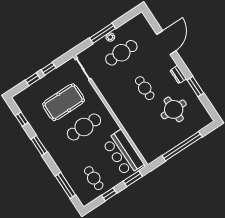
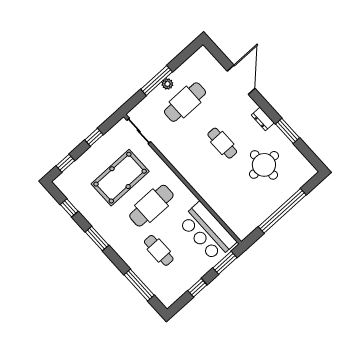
window: (33, 79) -> (65, 163), moved
cafe table: (94, 178) -> (159, 250), moved

